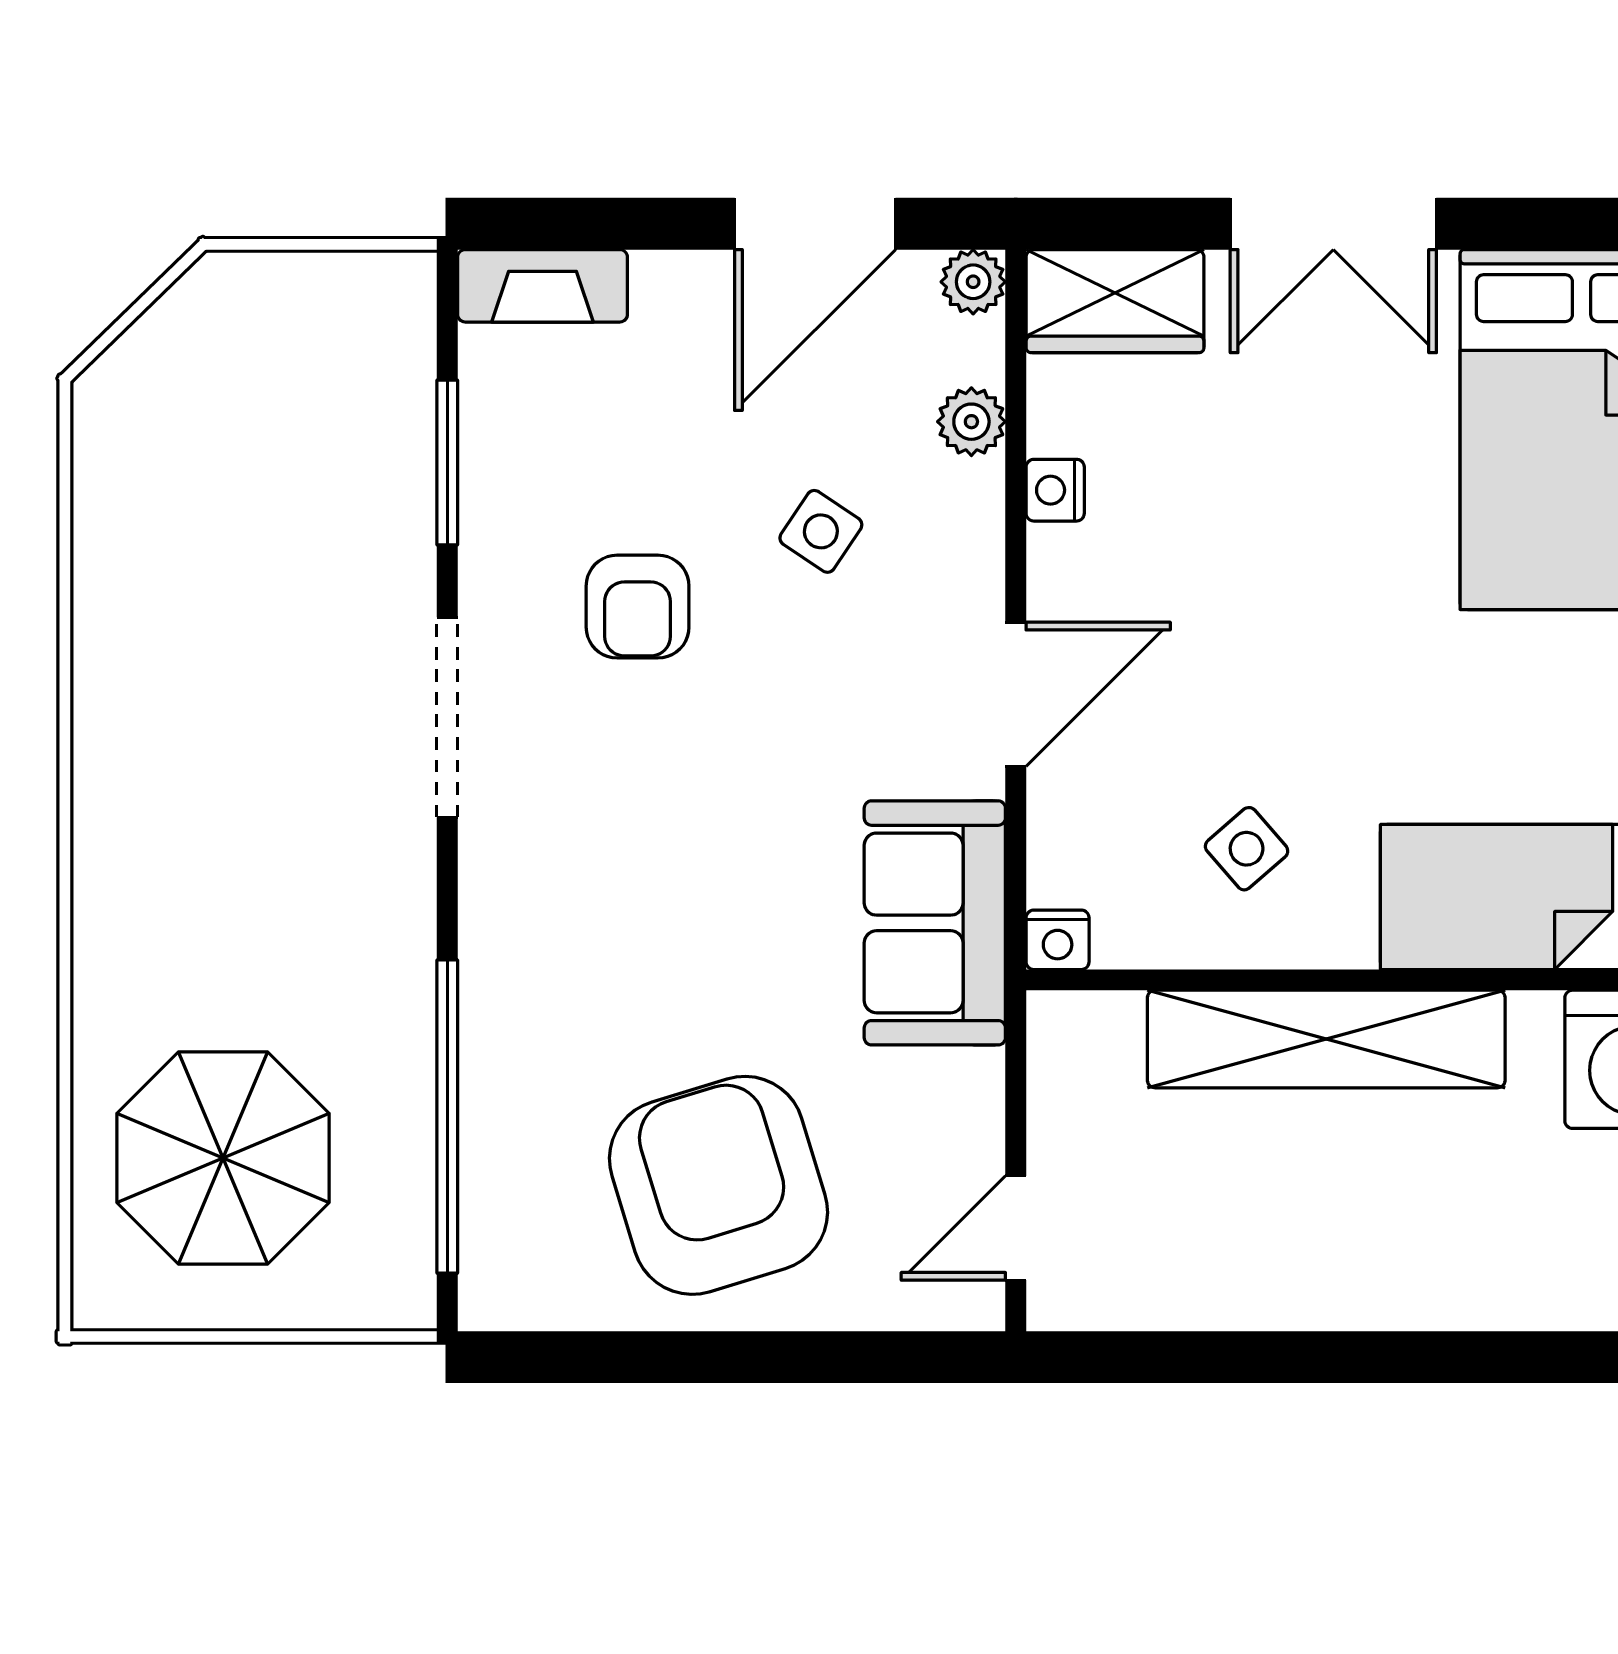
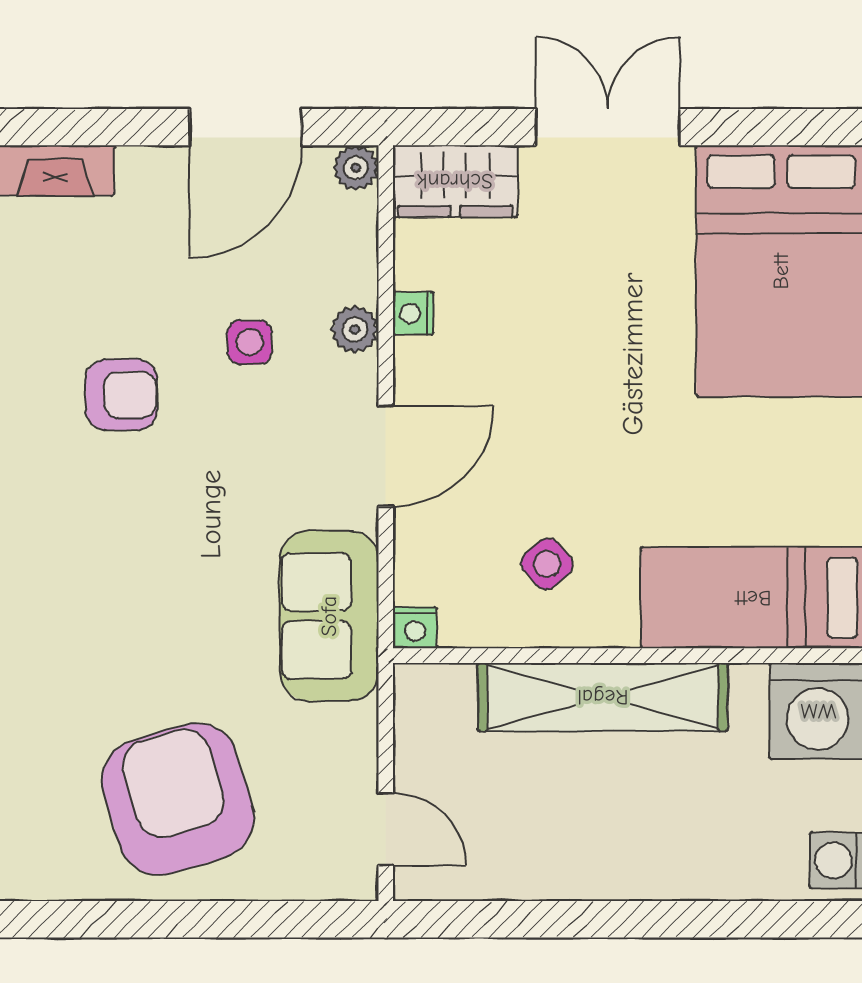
double door: (1333, 224) -> (608, 127), swing flipped
plant: (971, 422) -> (355, 329), moved
side table: (821, 531) -> (250, 342), turned -34
armchair: (638, 607) -> (121, 395), turned -90
door: (1016, 1228) -> (386, 829), swing flipped

